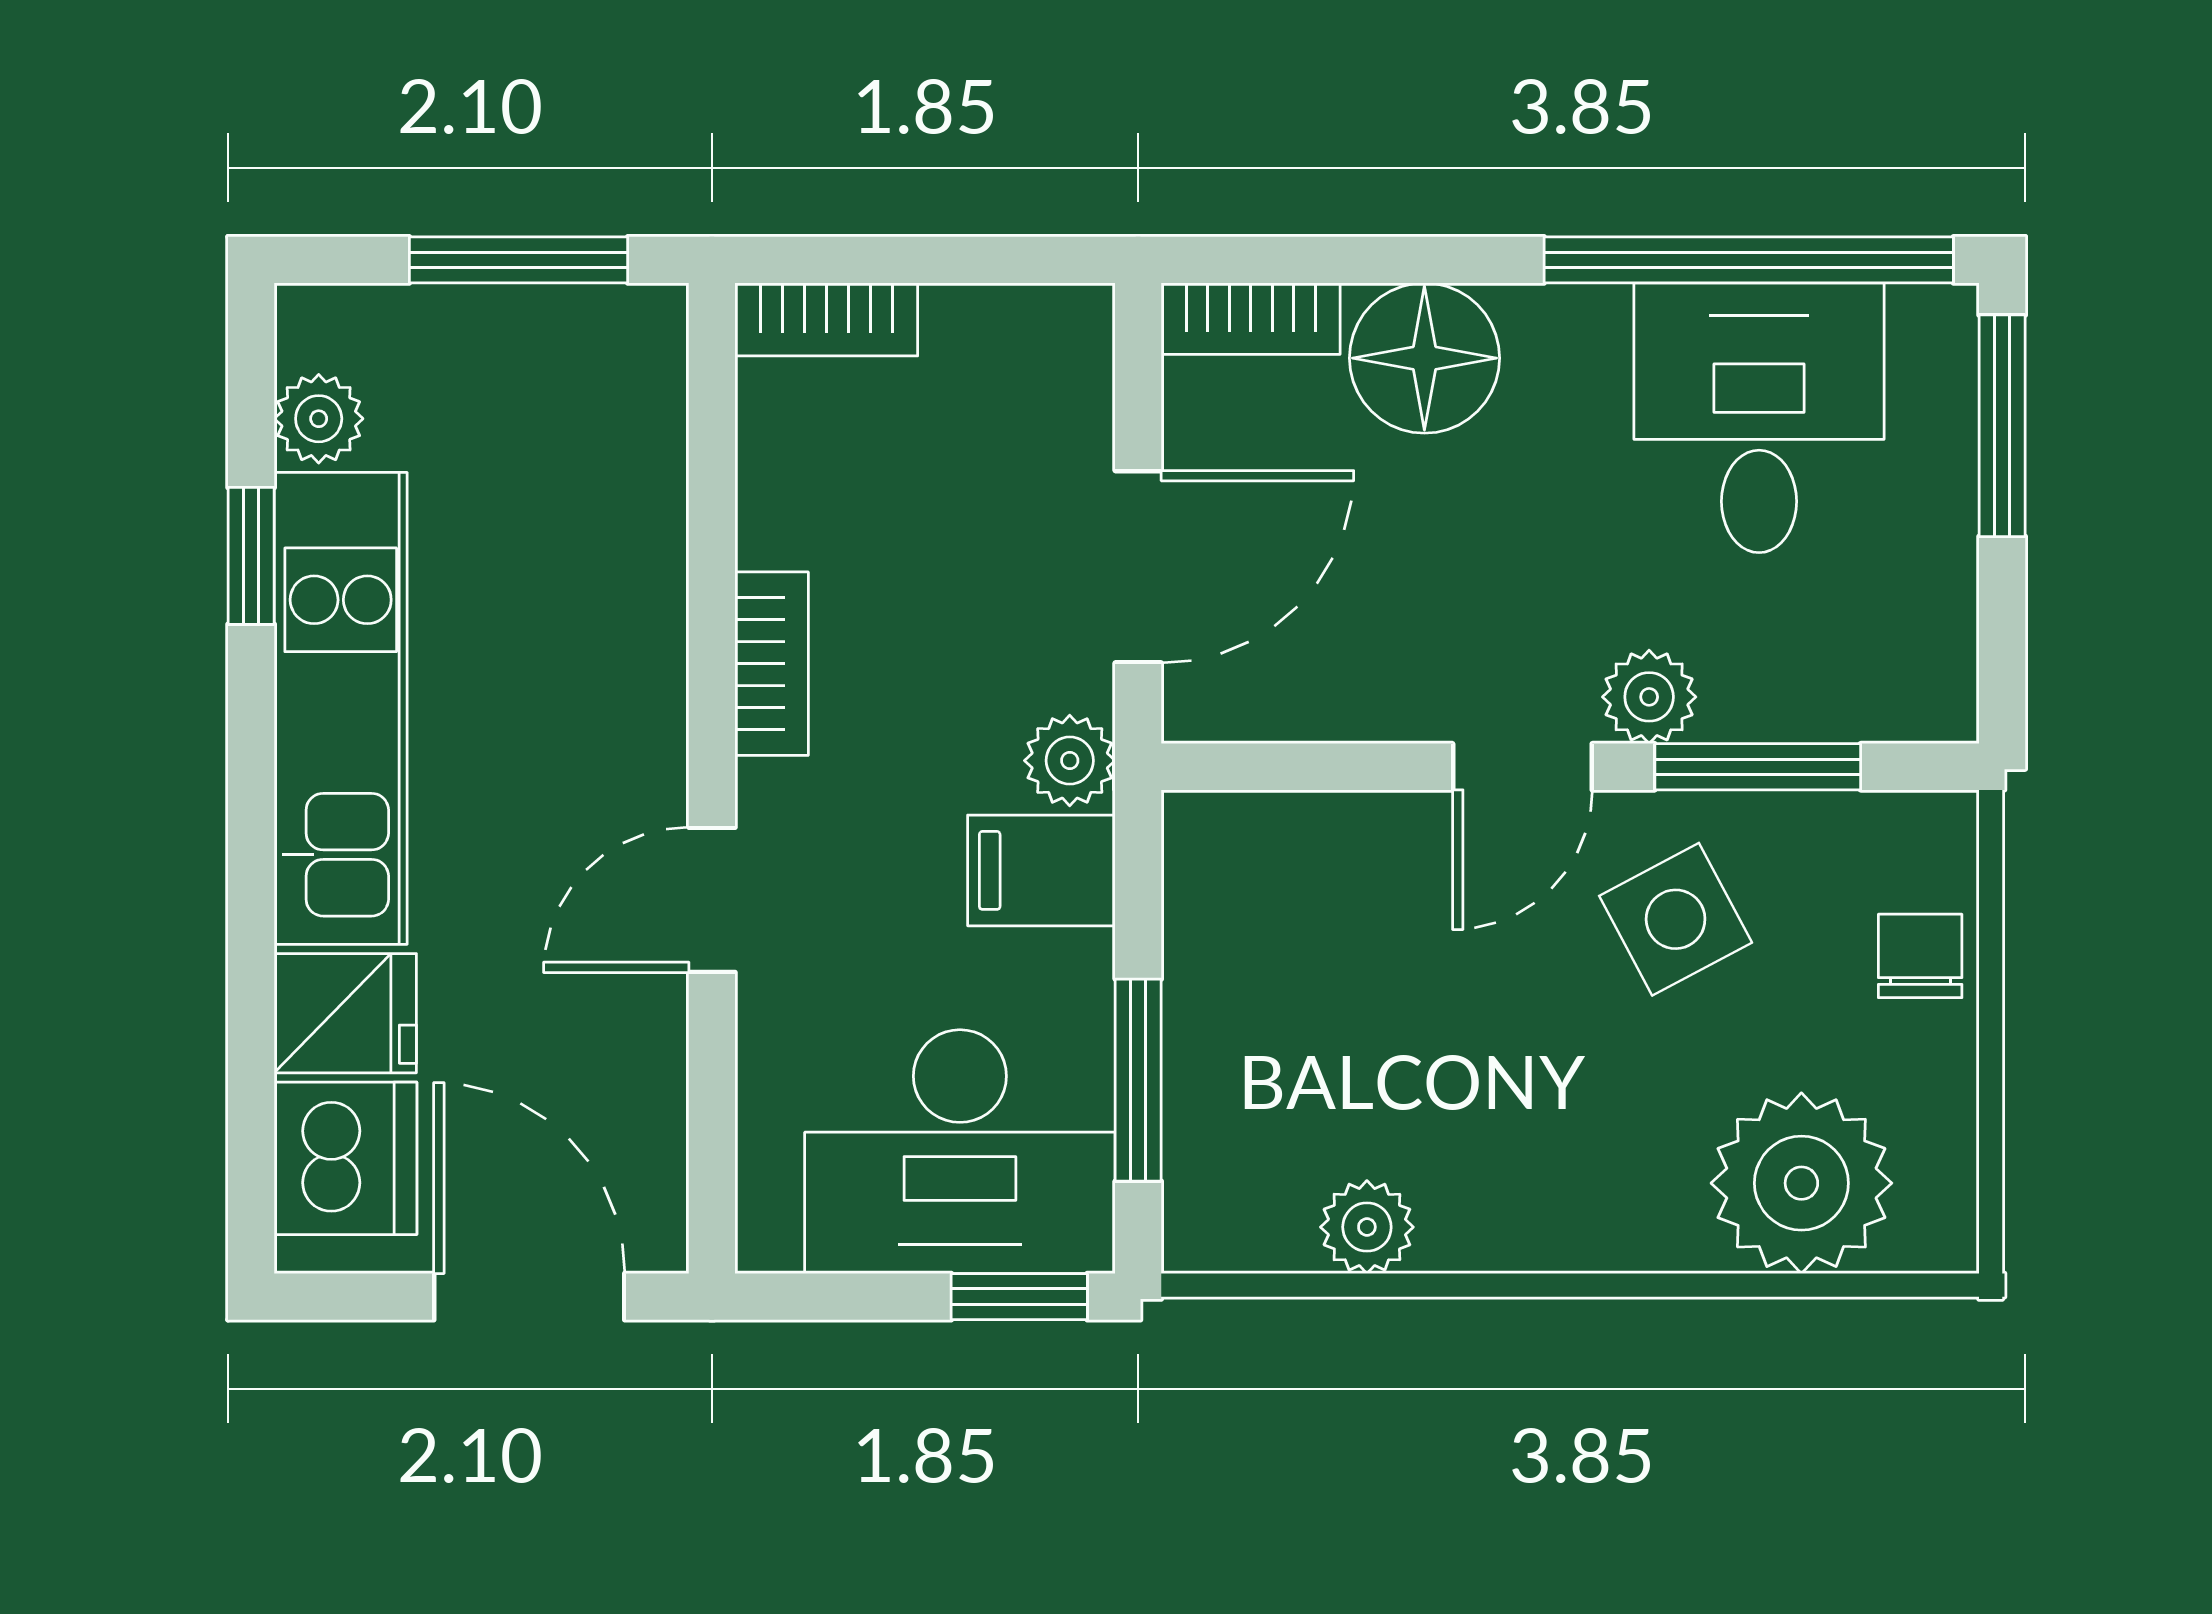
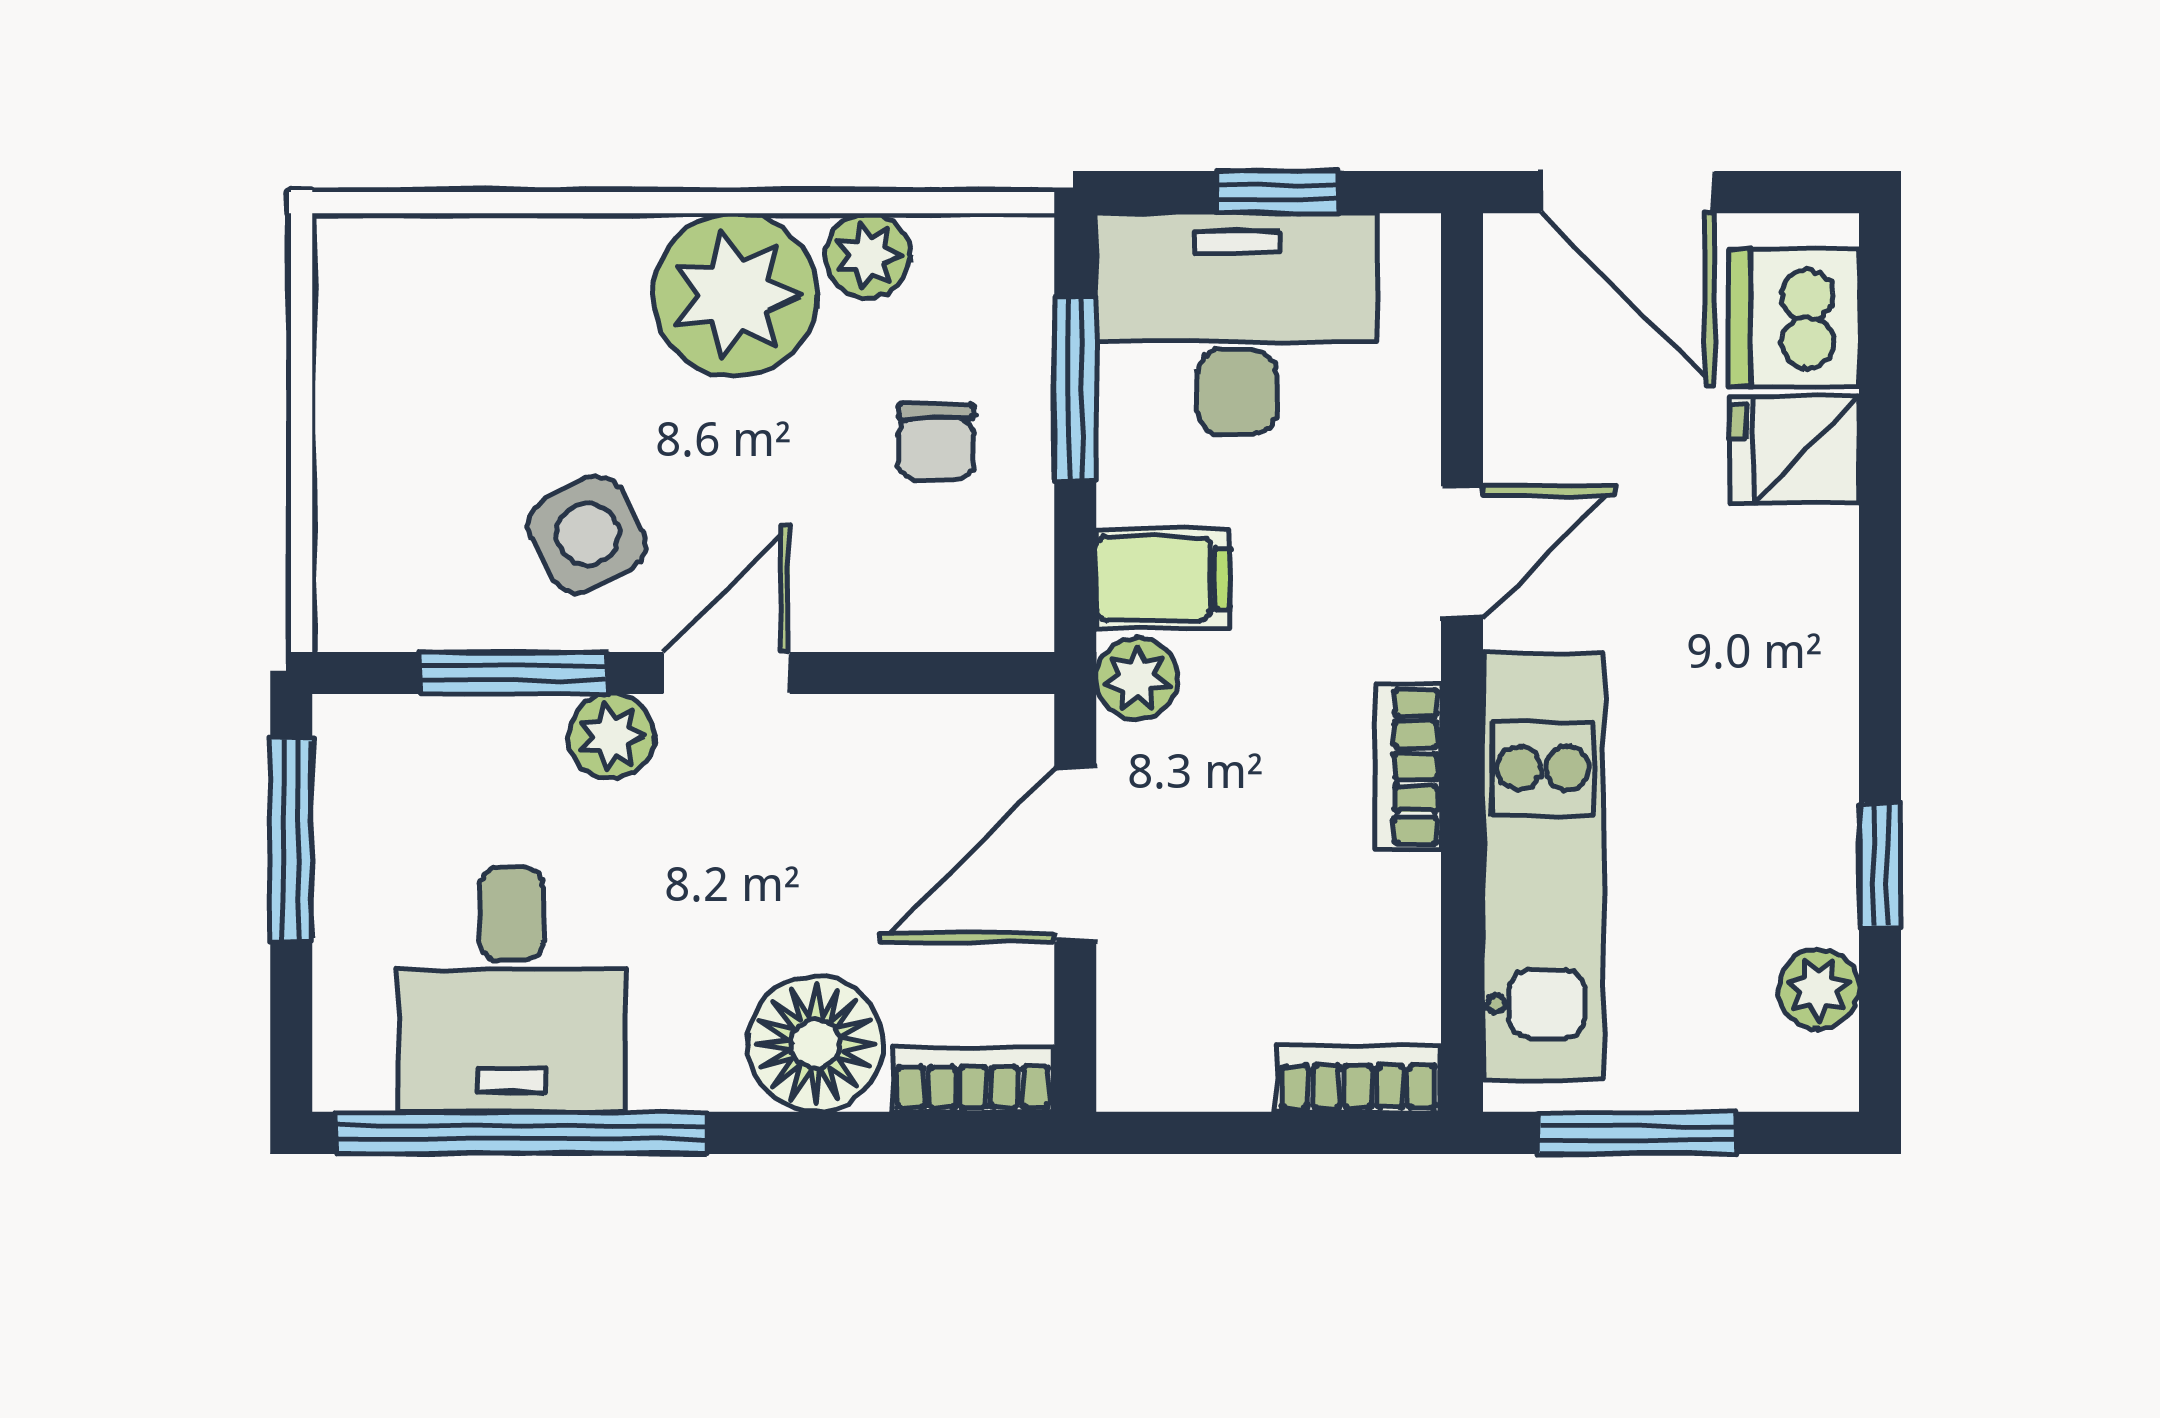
window: (2002, 426) -> (291, 840), moved
kitchen unit: (341, 708) -> (1543, 867), moved, turned 180
chair: (1920, 956) -> (936, 442), moved
plant: (1801, 1183) -> (735, 295), moved
window: (1019, 1297) -> (1278, 192), moved

